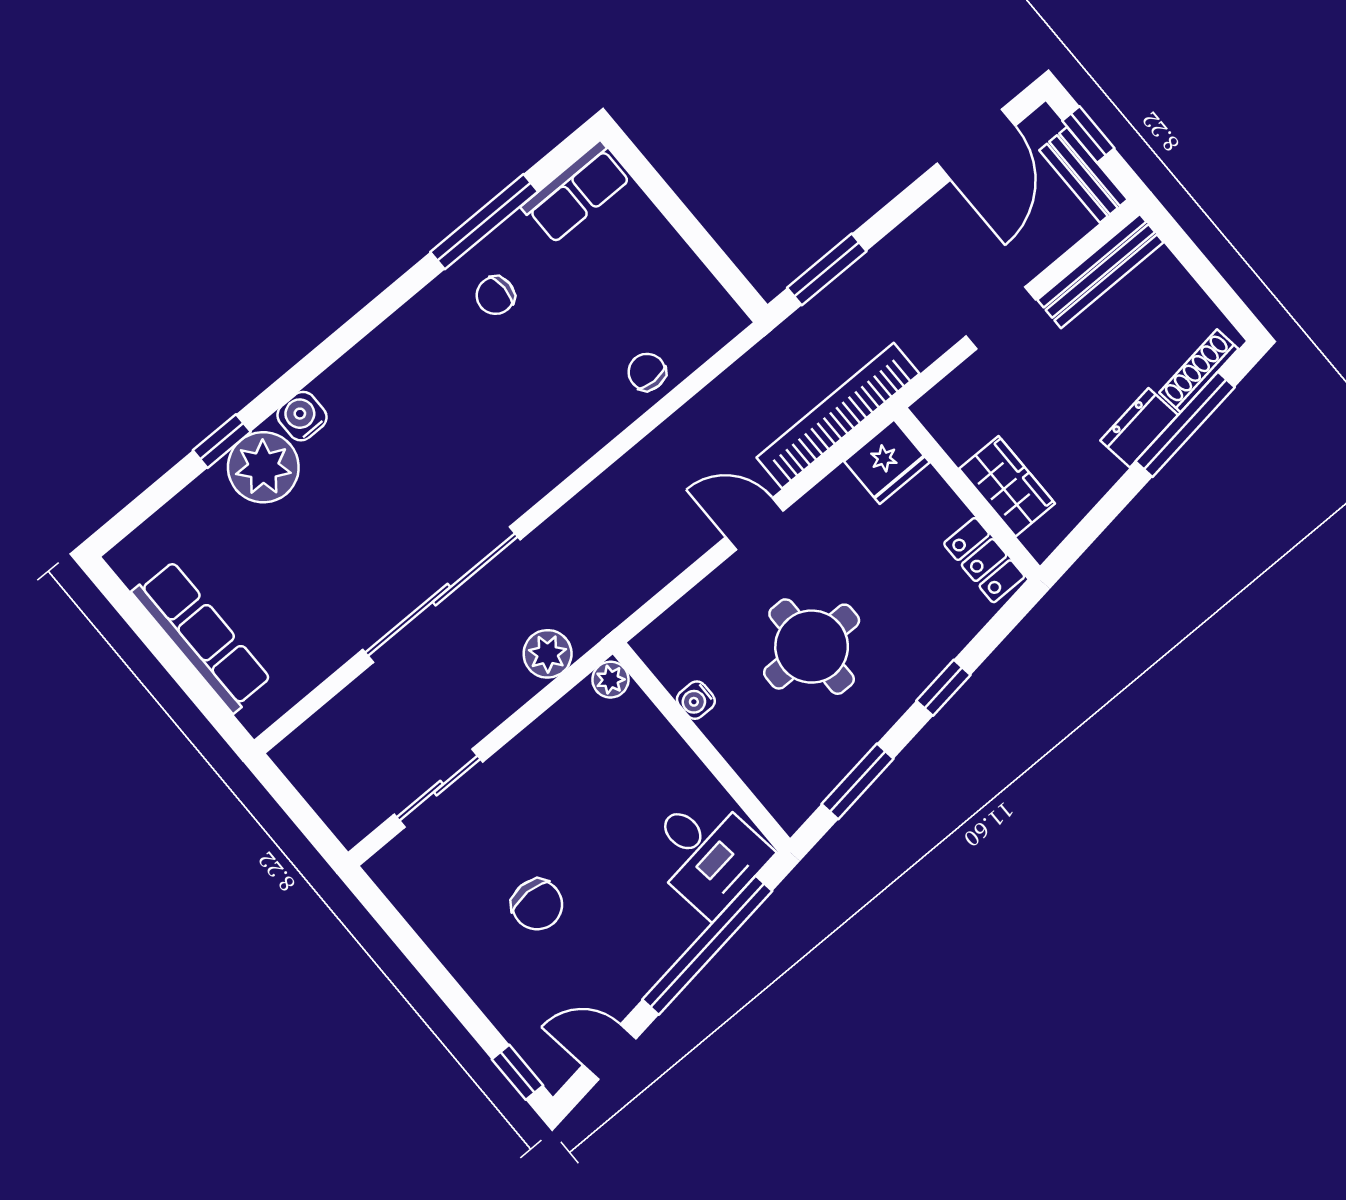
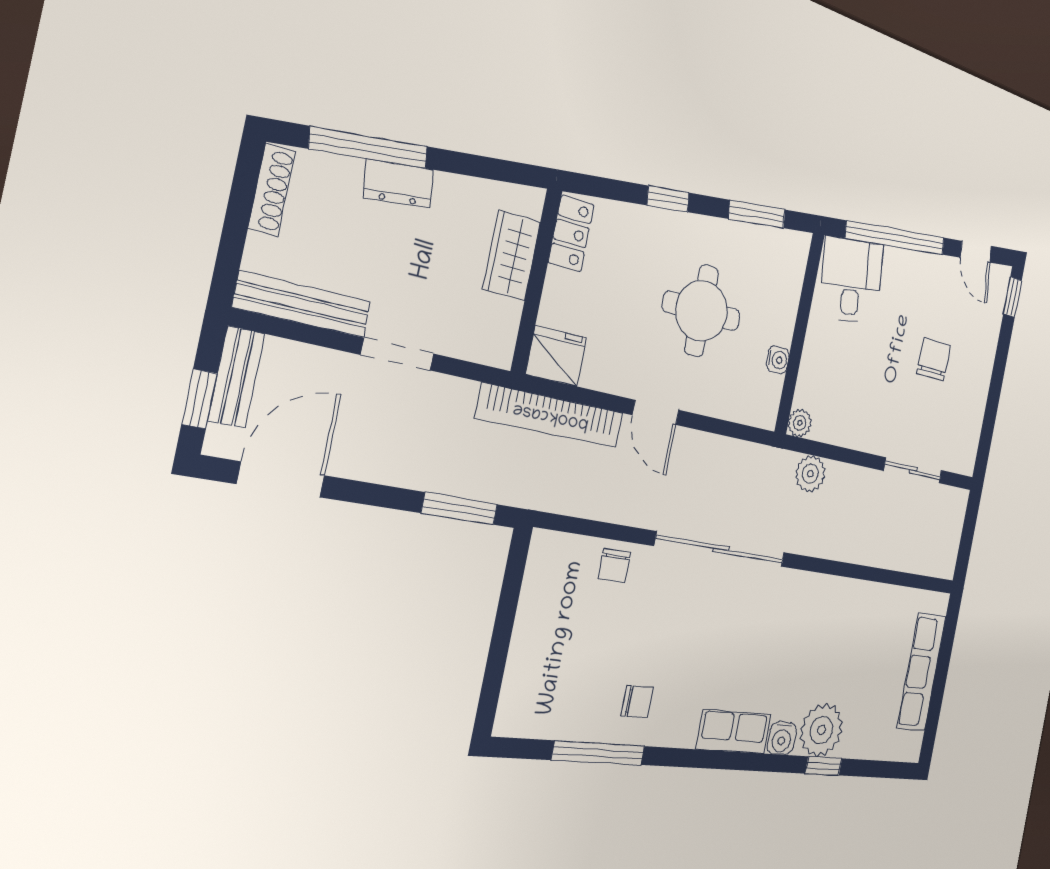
row of seats: (576, 192) -> (734, 732), moved
shoe rack: (1199, 371) -> (272, 190), moved, turned -82
sliding door: (441, 595) -> (721, 549), moved

